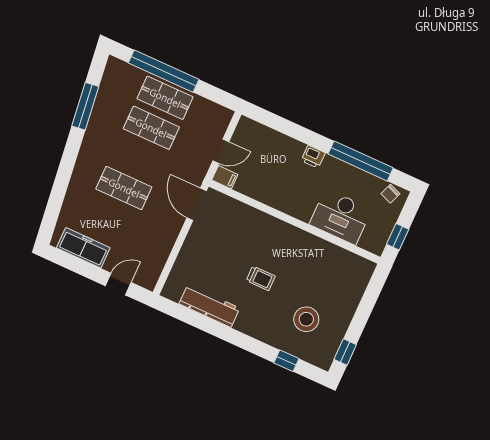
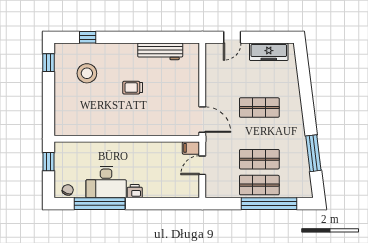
desk: (341, 217) -> (106, 182), moved, turned 180

